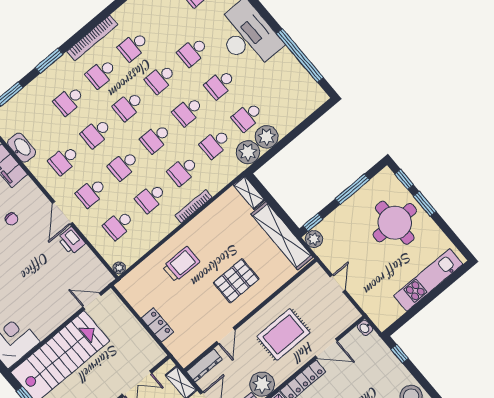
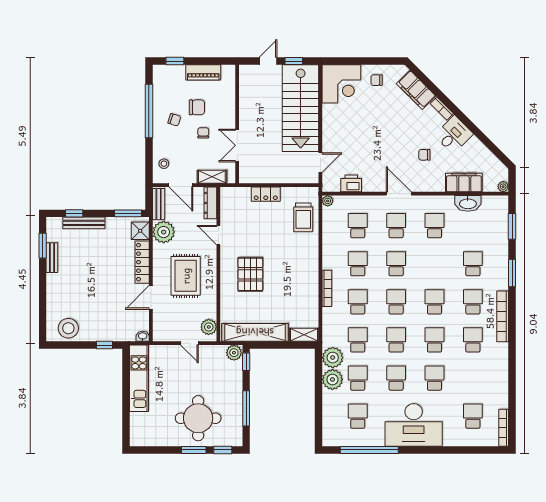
school desk: (96, 133) -> (358, 416), moved
printer: (71, 241) -> (351, 183), moved
trolley: (181, 264) -> (303, 217), moved
plant: (310, 279) -> (209, 327), added
kitchen unit: (428, 280) -> (139, 378), moved

